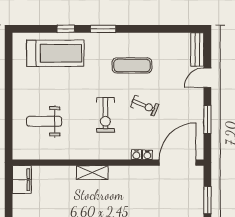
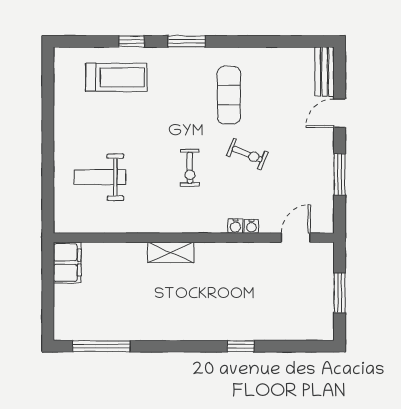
treadmill: (55, 53) -> (116, 77), width x0.73, depth x0.73
exercise mat: (132, 65) -> (229, 95), turned 90
exercise bike: (105, 115) -> (190, 168), width x0.73, depth x0.72
door: (178, 163) -> (296, 238), width x0.53

